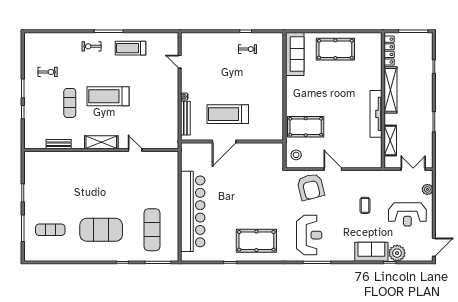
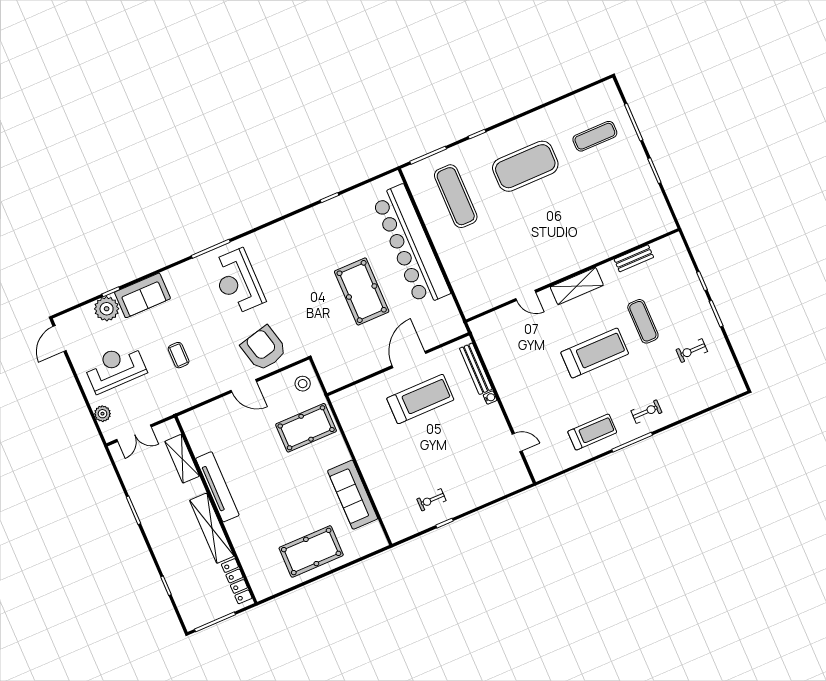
sofa: (295, 54) -> (353, 495), moved
pool table: (256, 241) -> (362, 291), moved, turned 90

